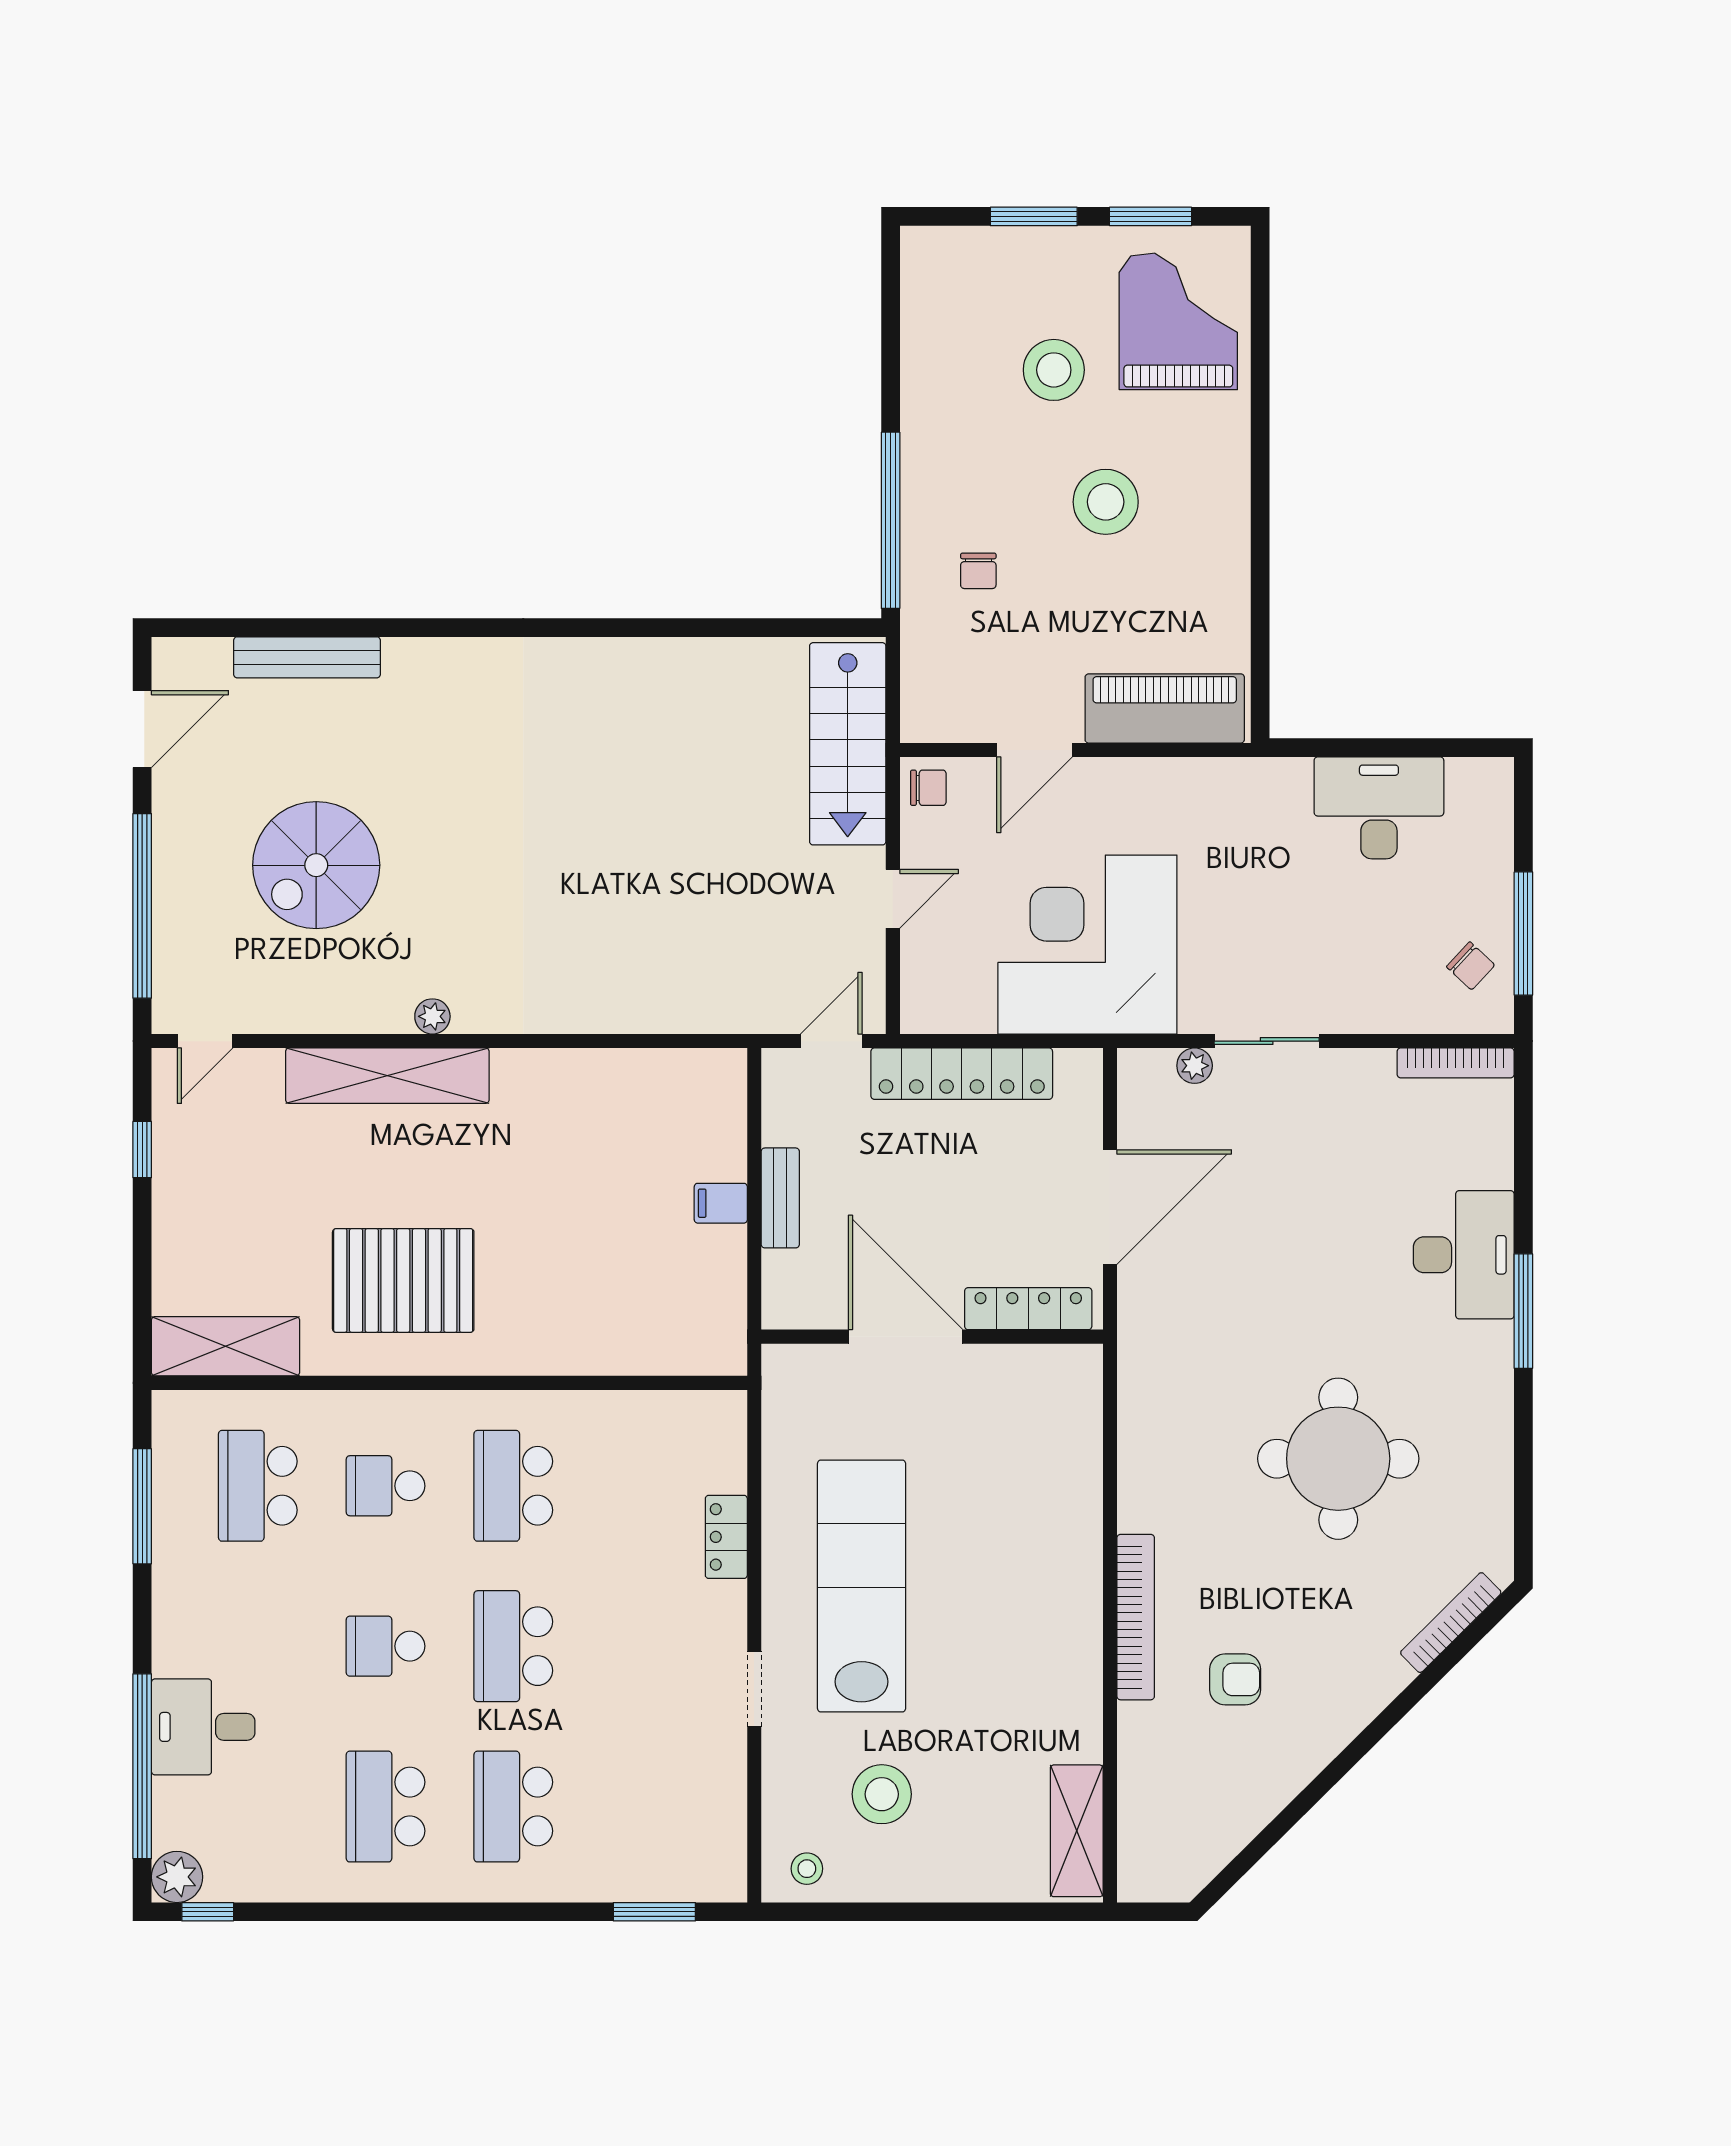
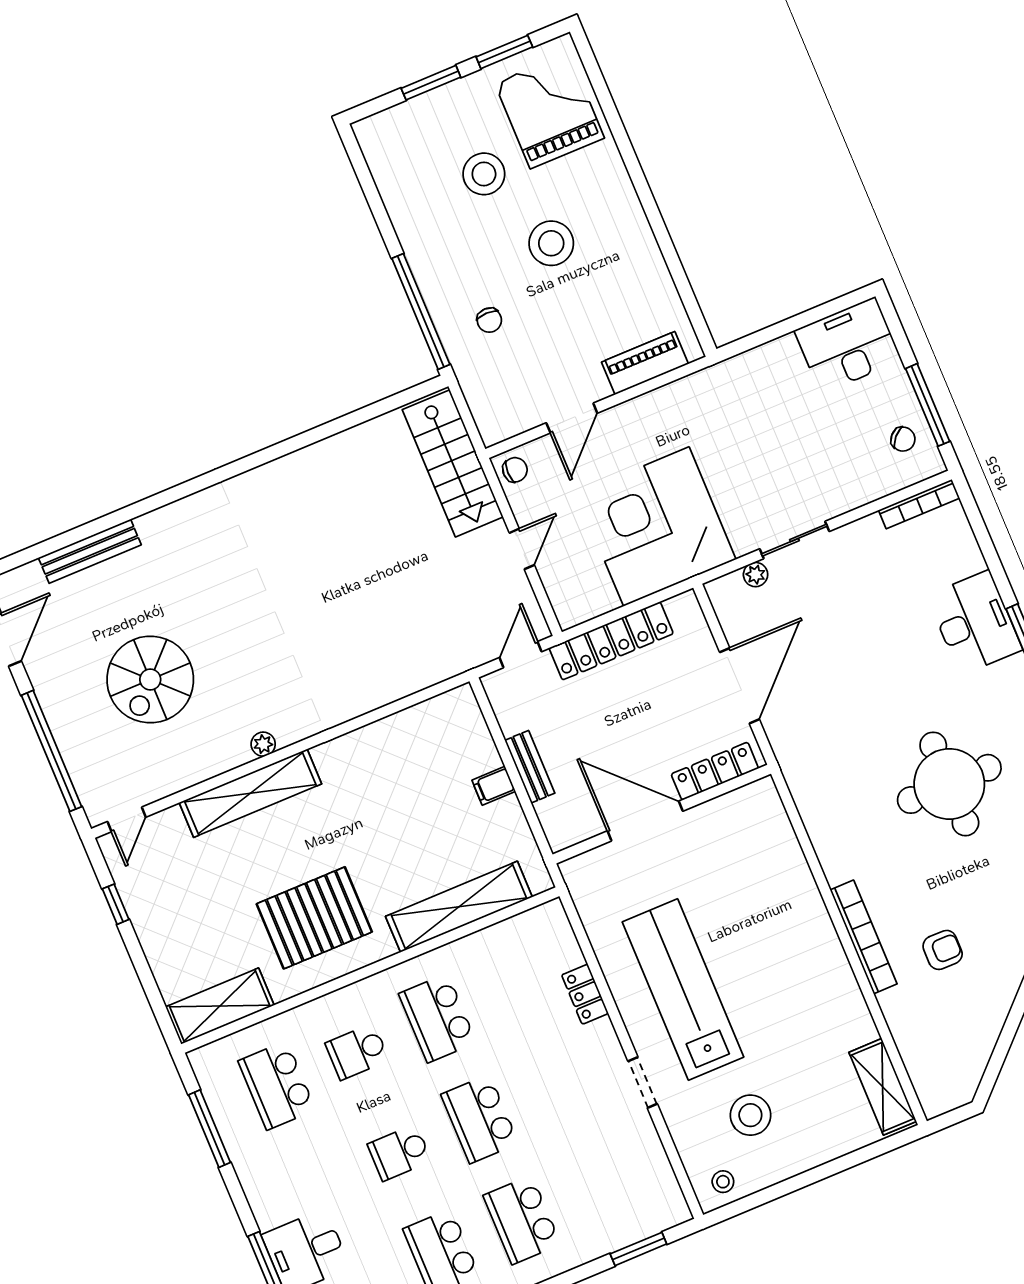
piano: (1165, 708) -> (645, 363), width x0.73, depth x0.75
desk: (1379, 808) -> (848, 345), moved
shelving: (605, 1347) -> (459, 907), added

